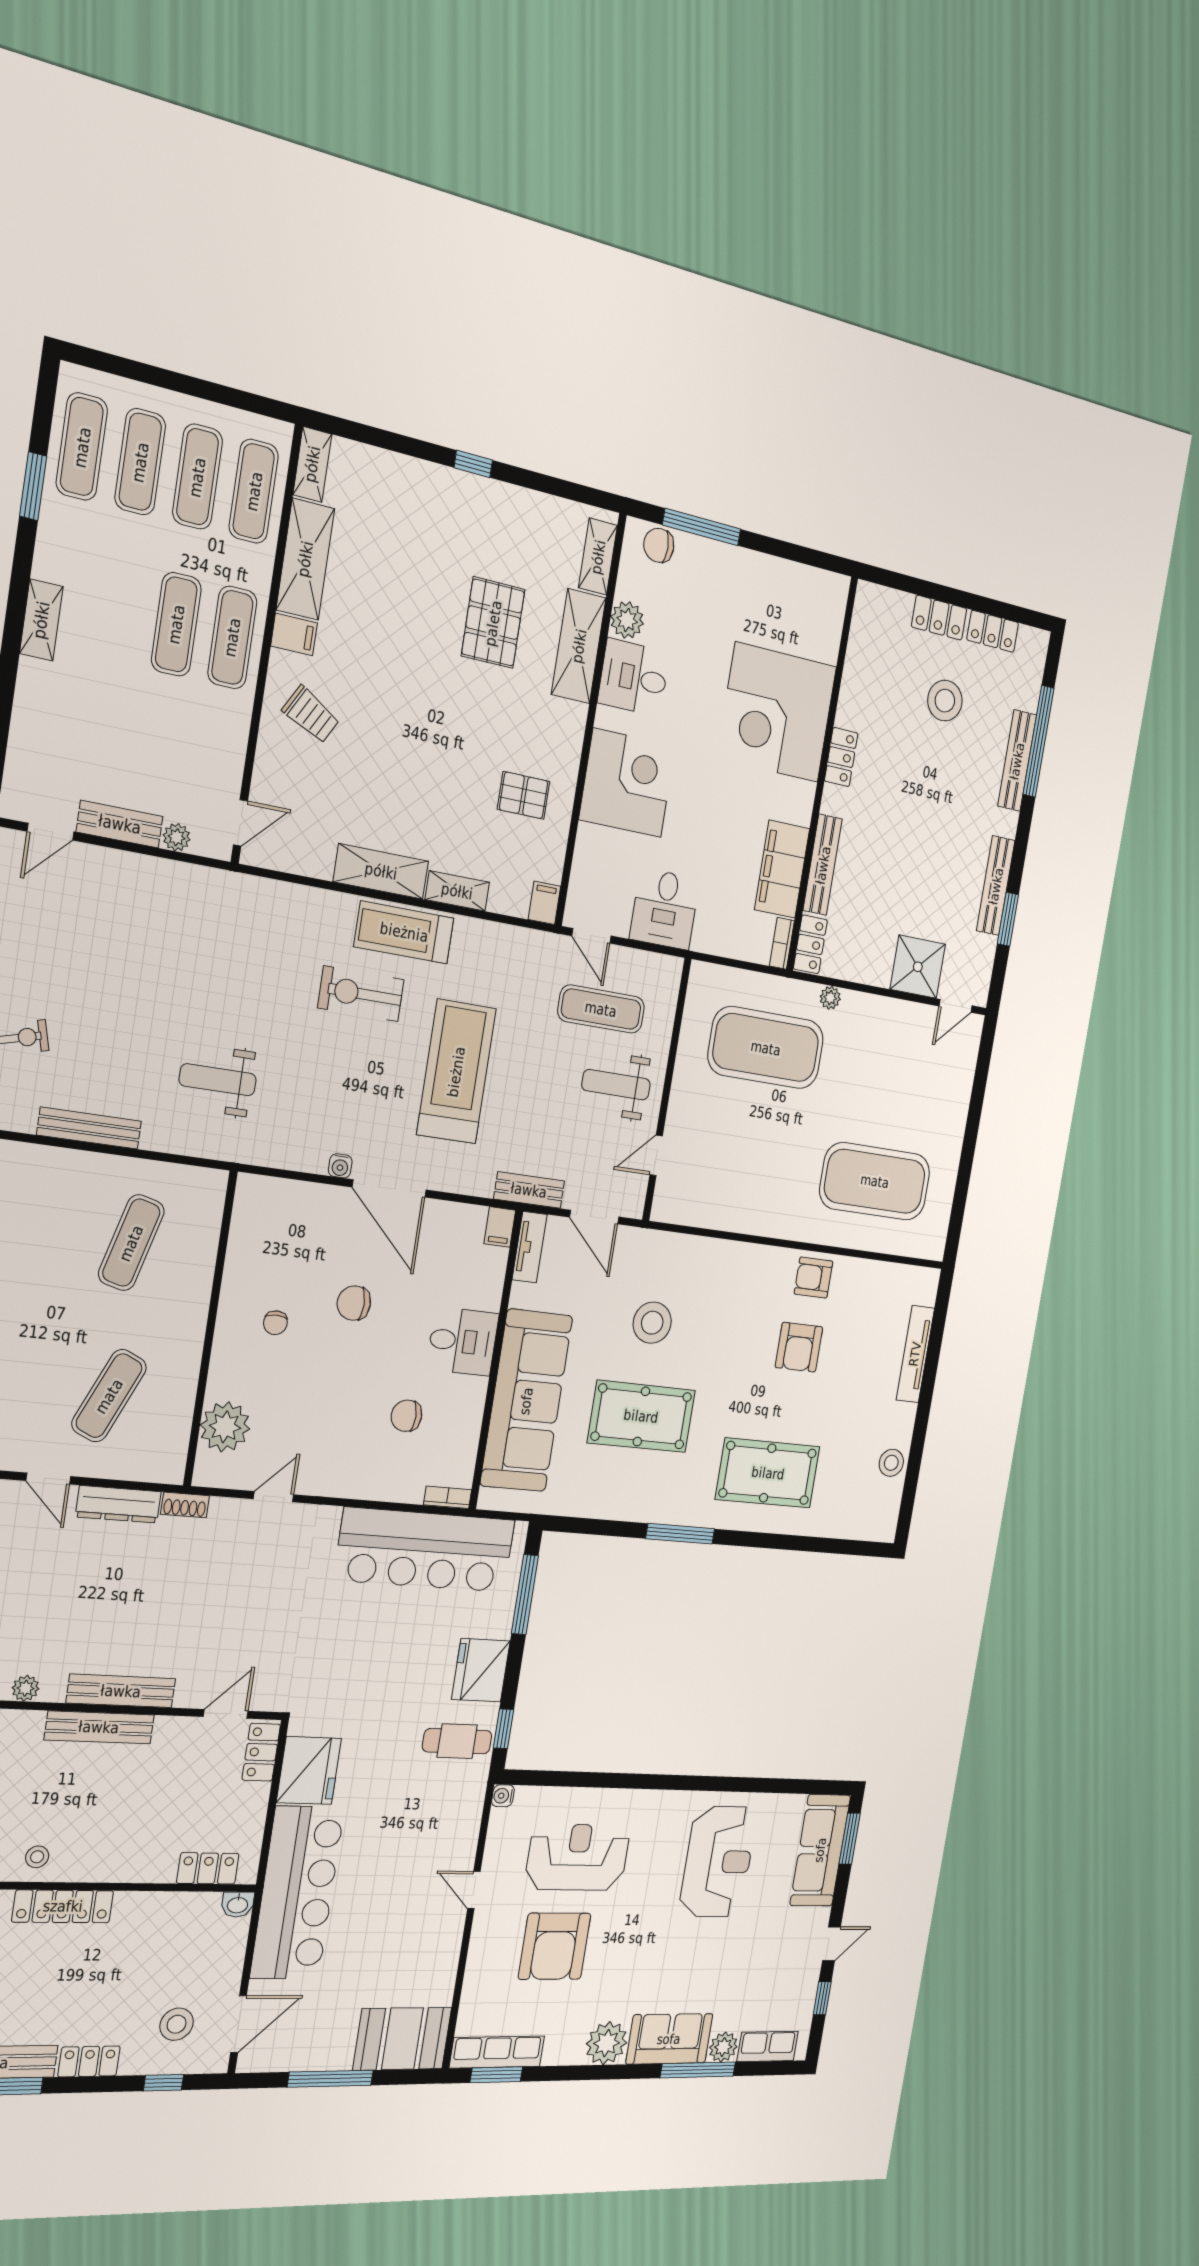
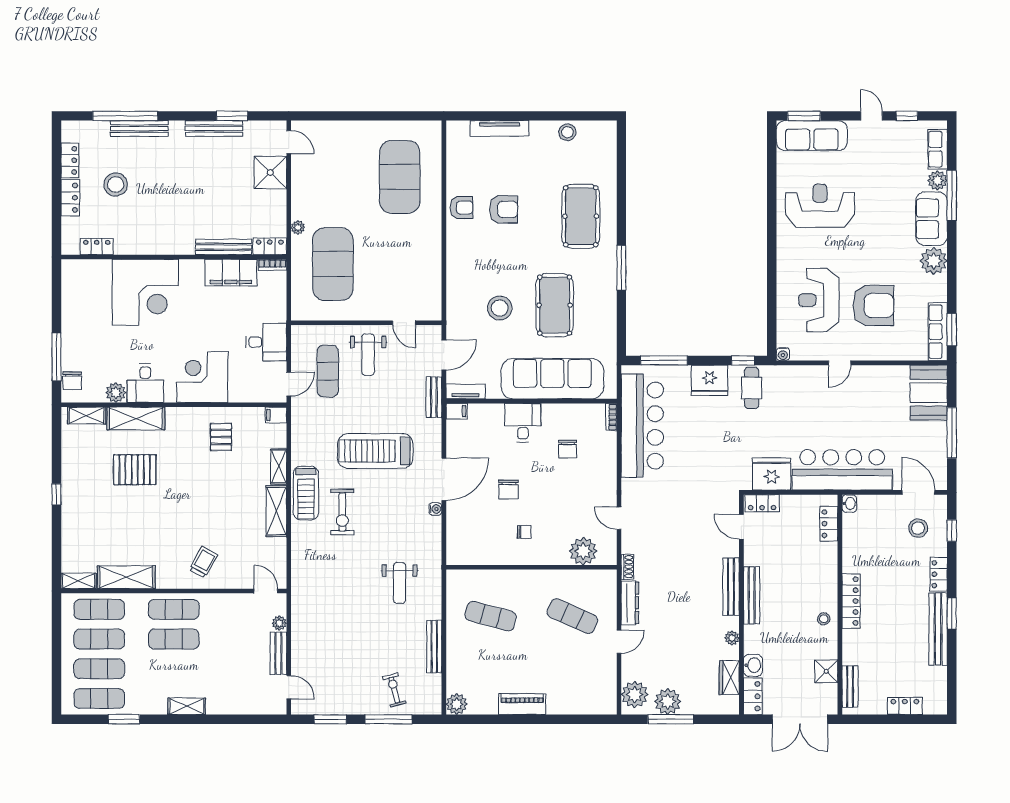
filing cabinet: (294, 635) -> (165, 577), removed
locker: (841, 757) -> (97, 246), moved
armchair: (813, 1278) -> (462, 207), turned -90

